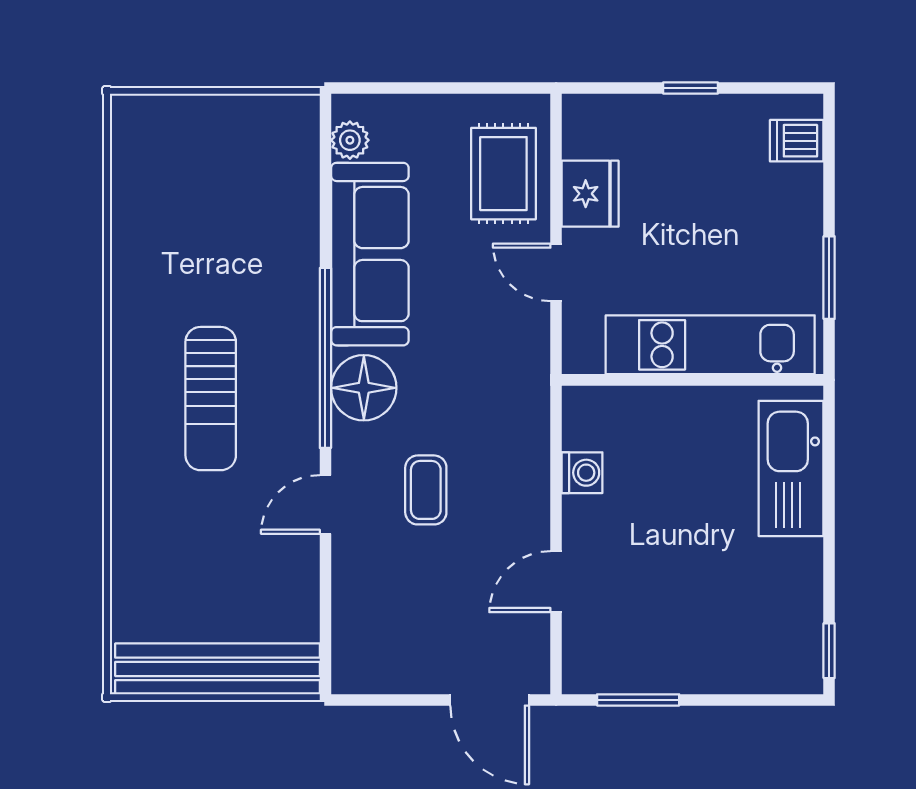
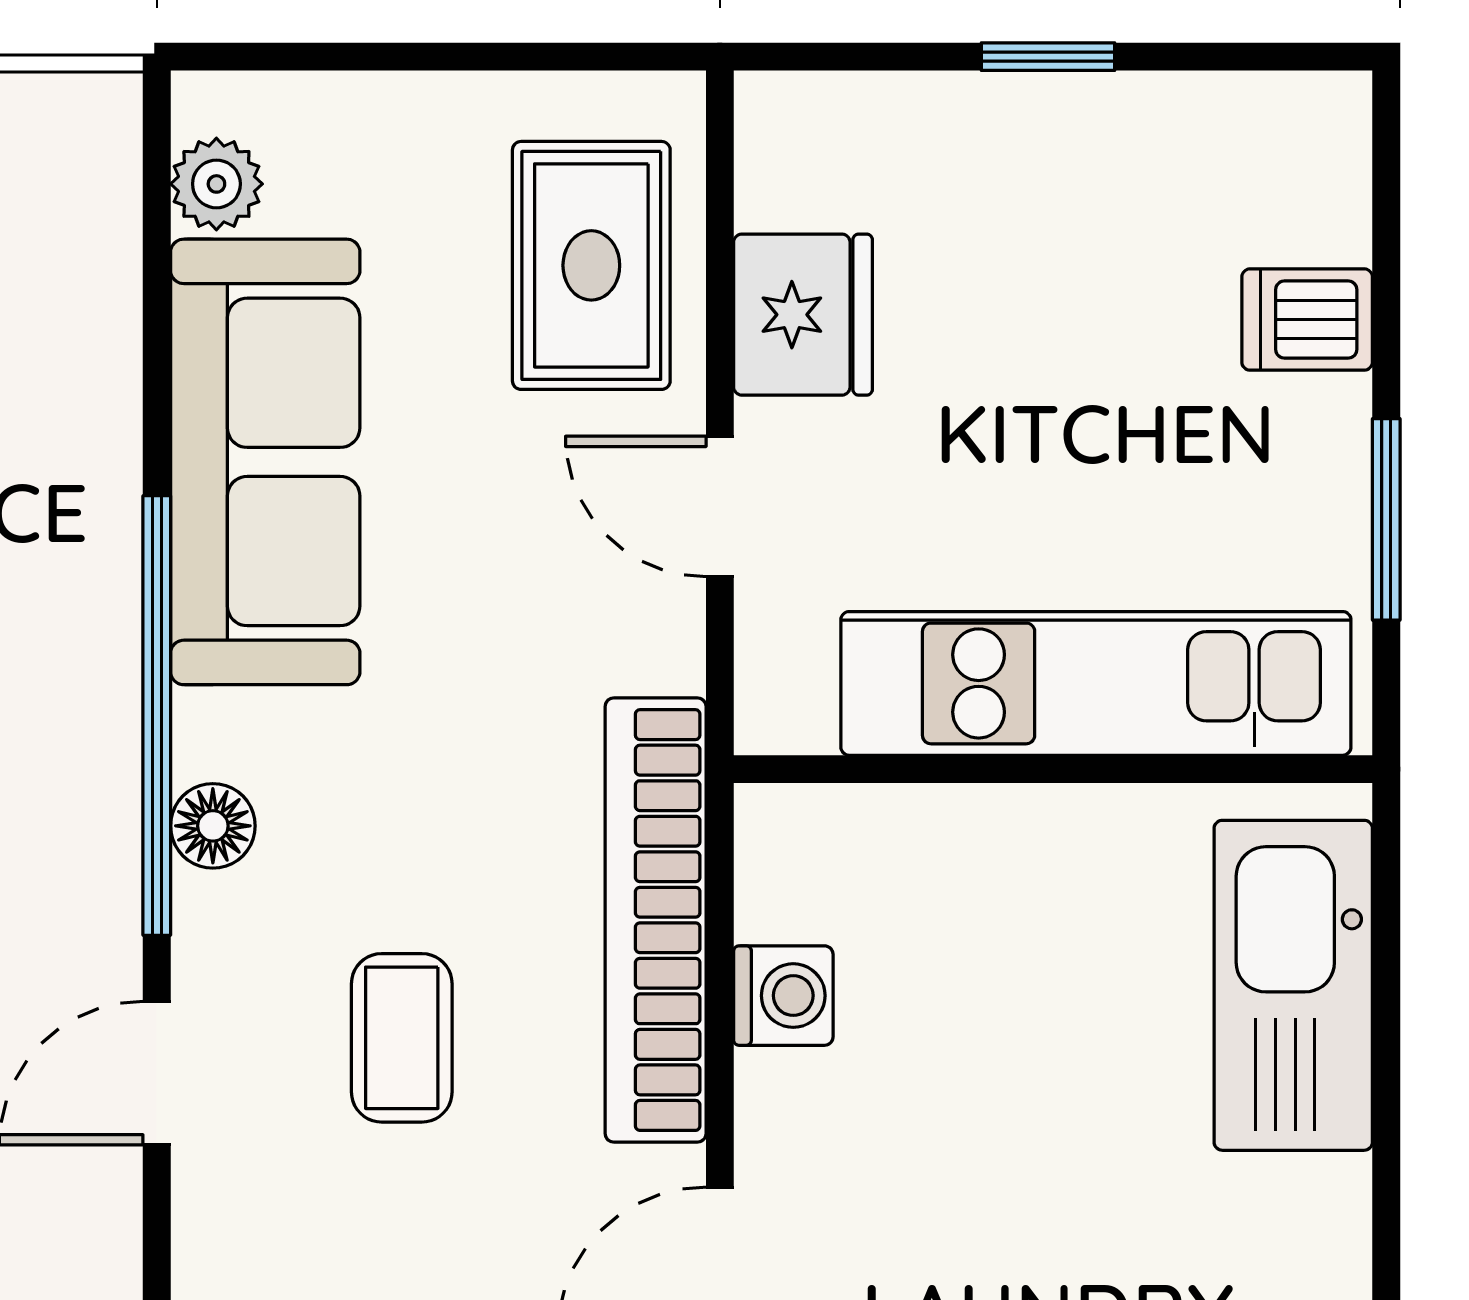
dishwasher: (797, 141) -> (1307, 320), moved
floor lamp: (364, 388) -> (213, 826), width x0.53, depth x0.53
bookcase: (530, 442) -> (656, 920), added

